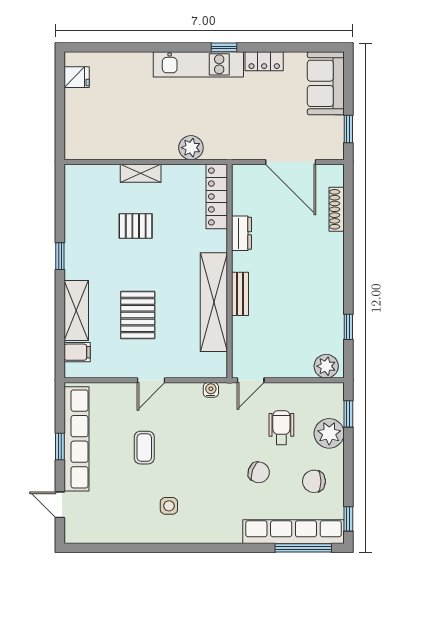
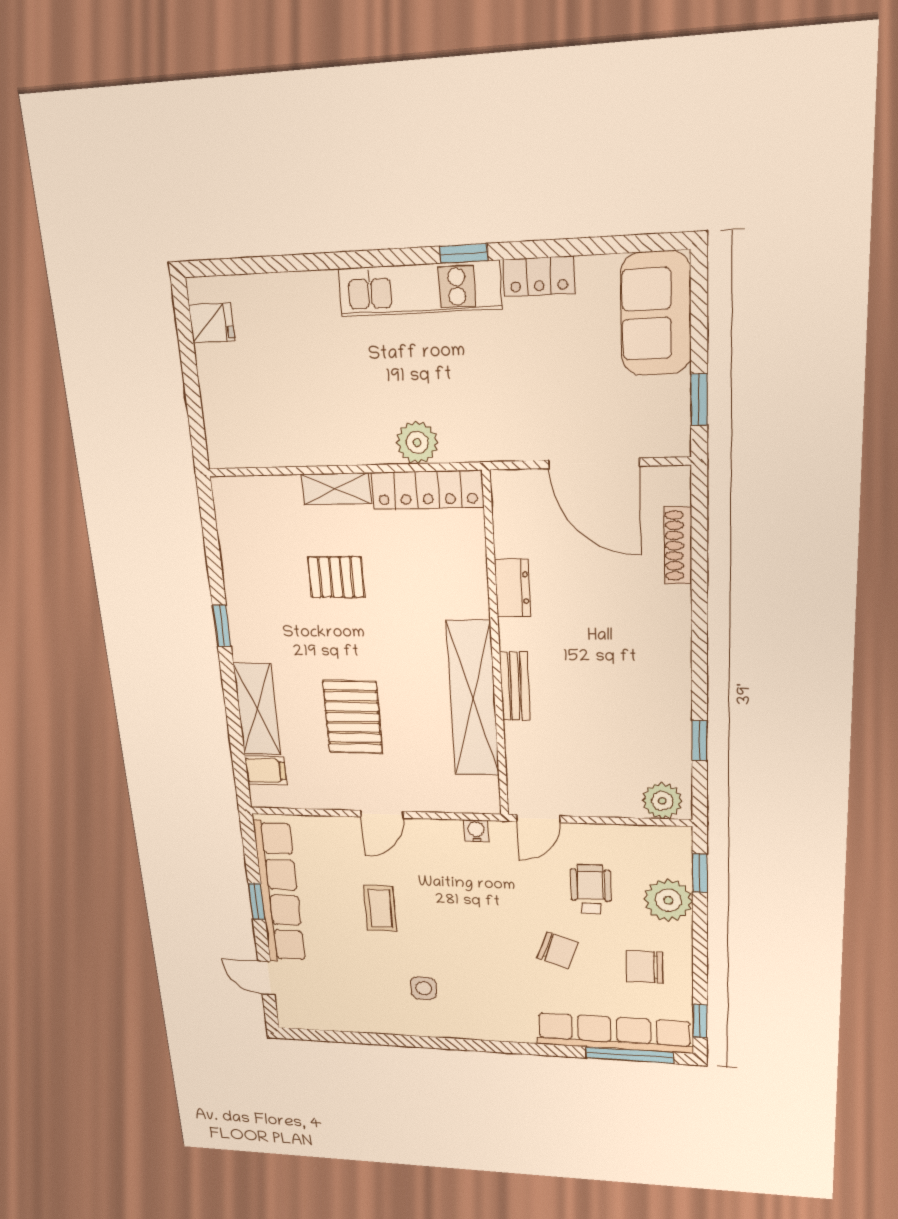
locker: (217, 196) -> (427, 490), moved, turned -90

